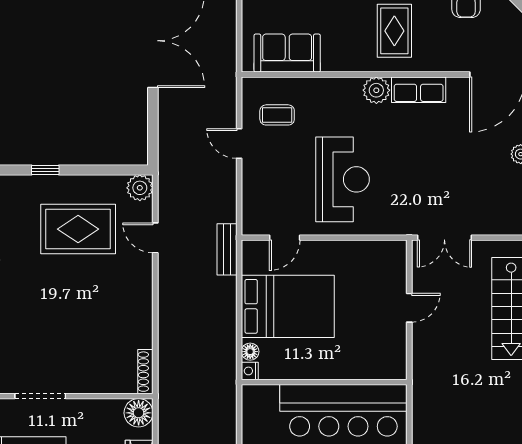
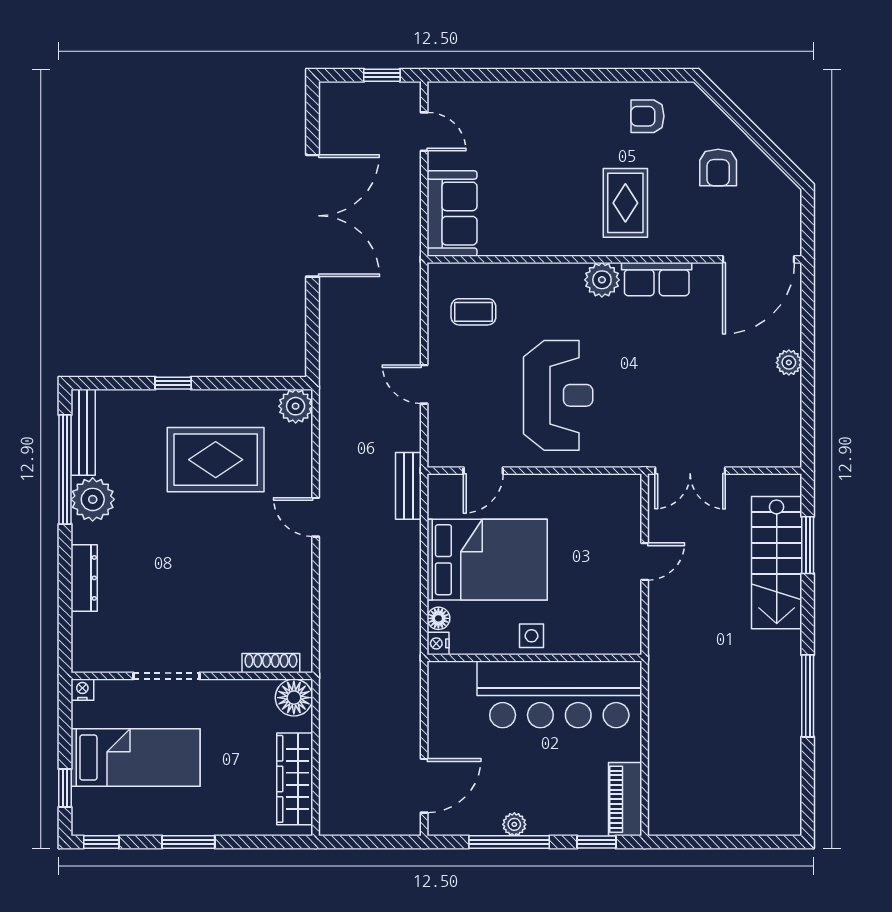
sofa: (287, 53) -> (452, 214), moved, turned 90
door: (239, 144) -> (424, 384), moved
door: (155, 238) -> (316, 517), moved
side table: (322, 365) -> (531, 636), added
shoe rack: (145, 372) -> (271, 663), moved, turned 90

